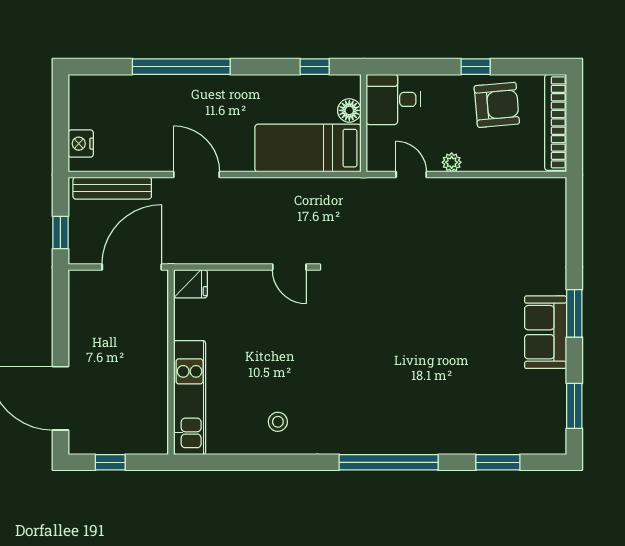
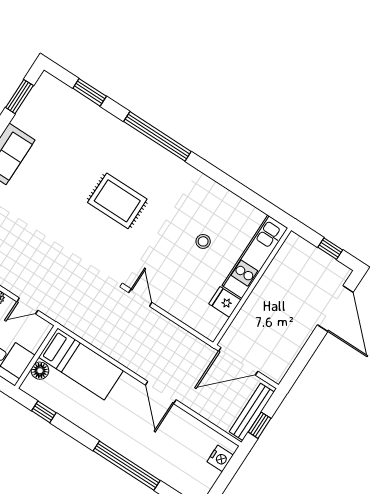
door: (411, 175) -> (27, 306), hinge flipped
bench: (112, 188) -> (252, 412), moved, turned 90
window: (60, 233) -> (260, 425), moved
fridge: (190, 284) -> (225, 302), moved
rug: (387, 360) -> (117, 201), added
stool: (278, 422) -> (203, 241), moved

